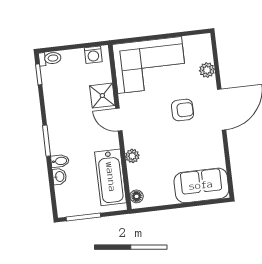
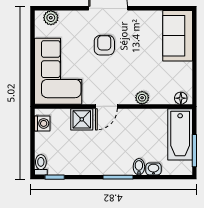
plant: (207, 70) -> (51, 18), moved
bathtub: (111, 177) -> (180, 134), moved, turned 90

